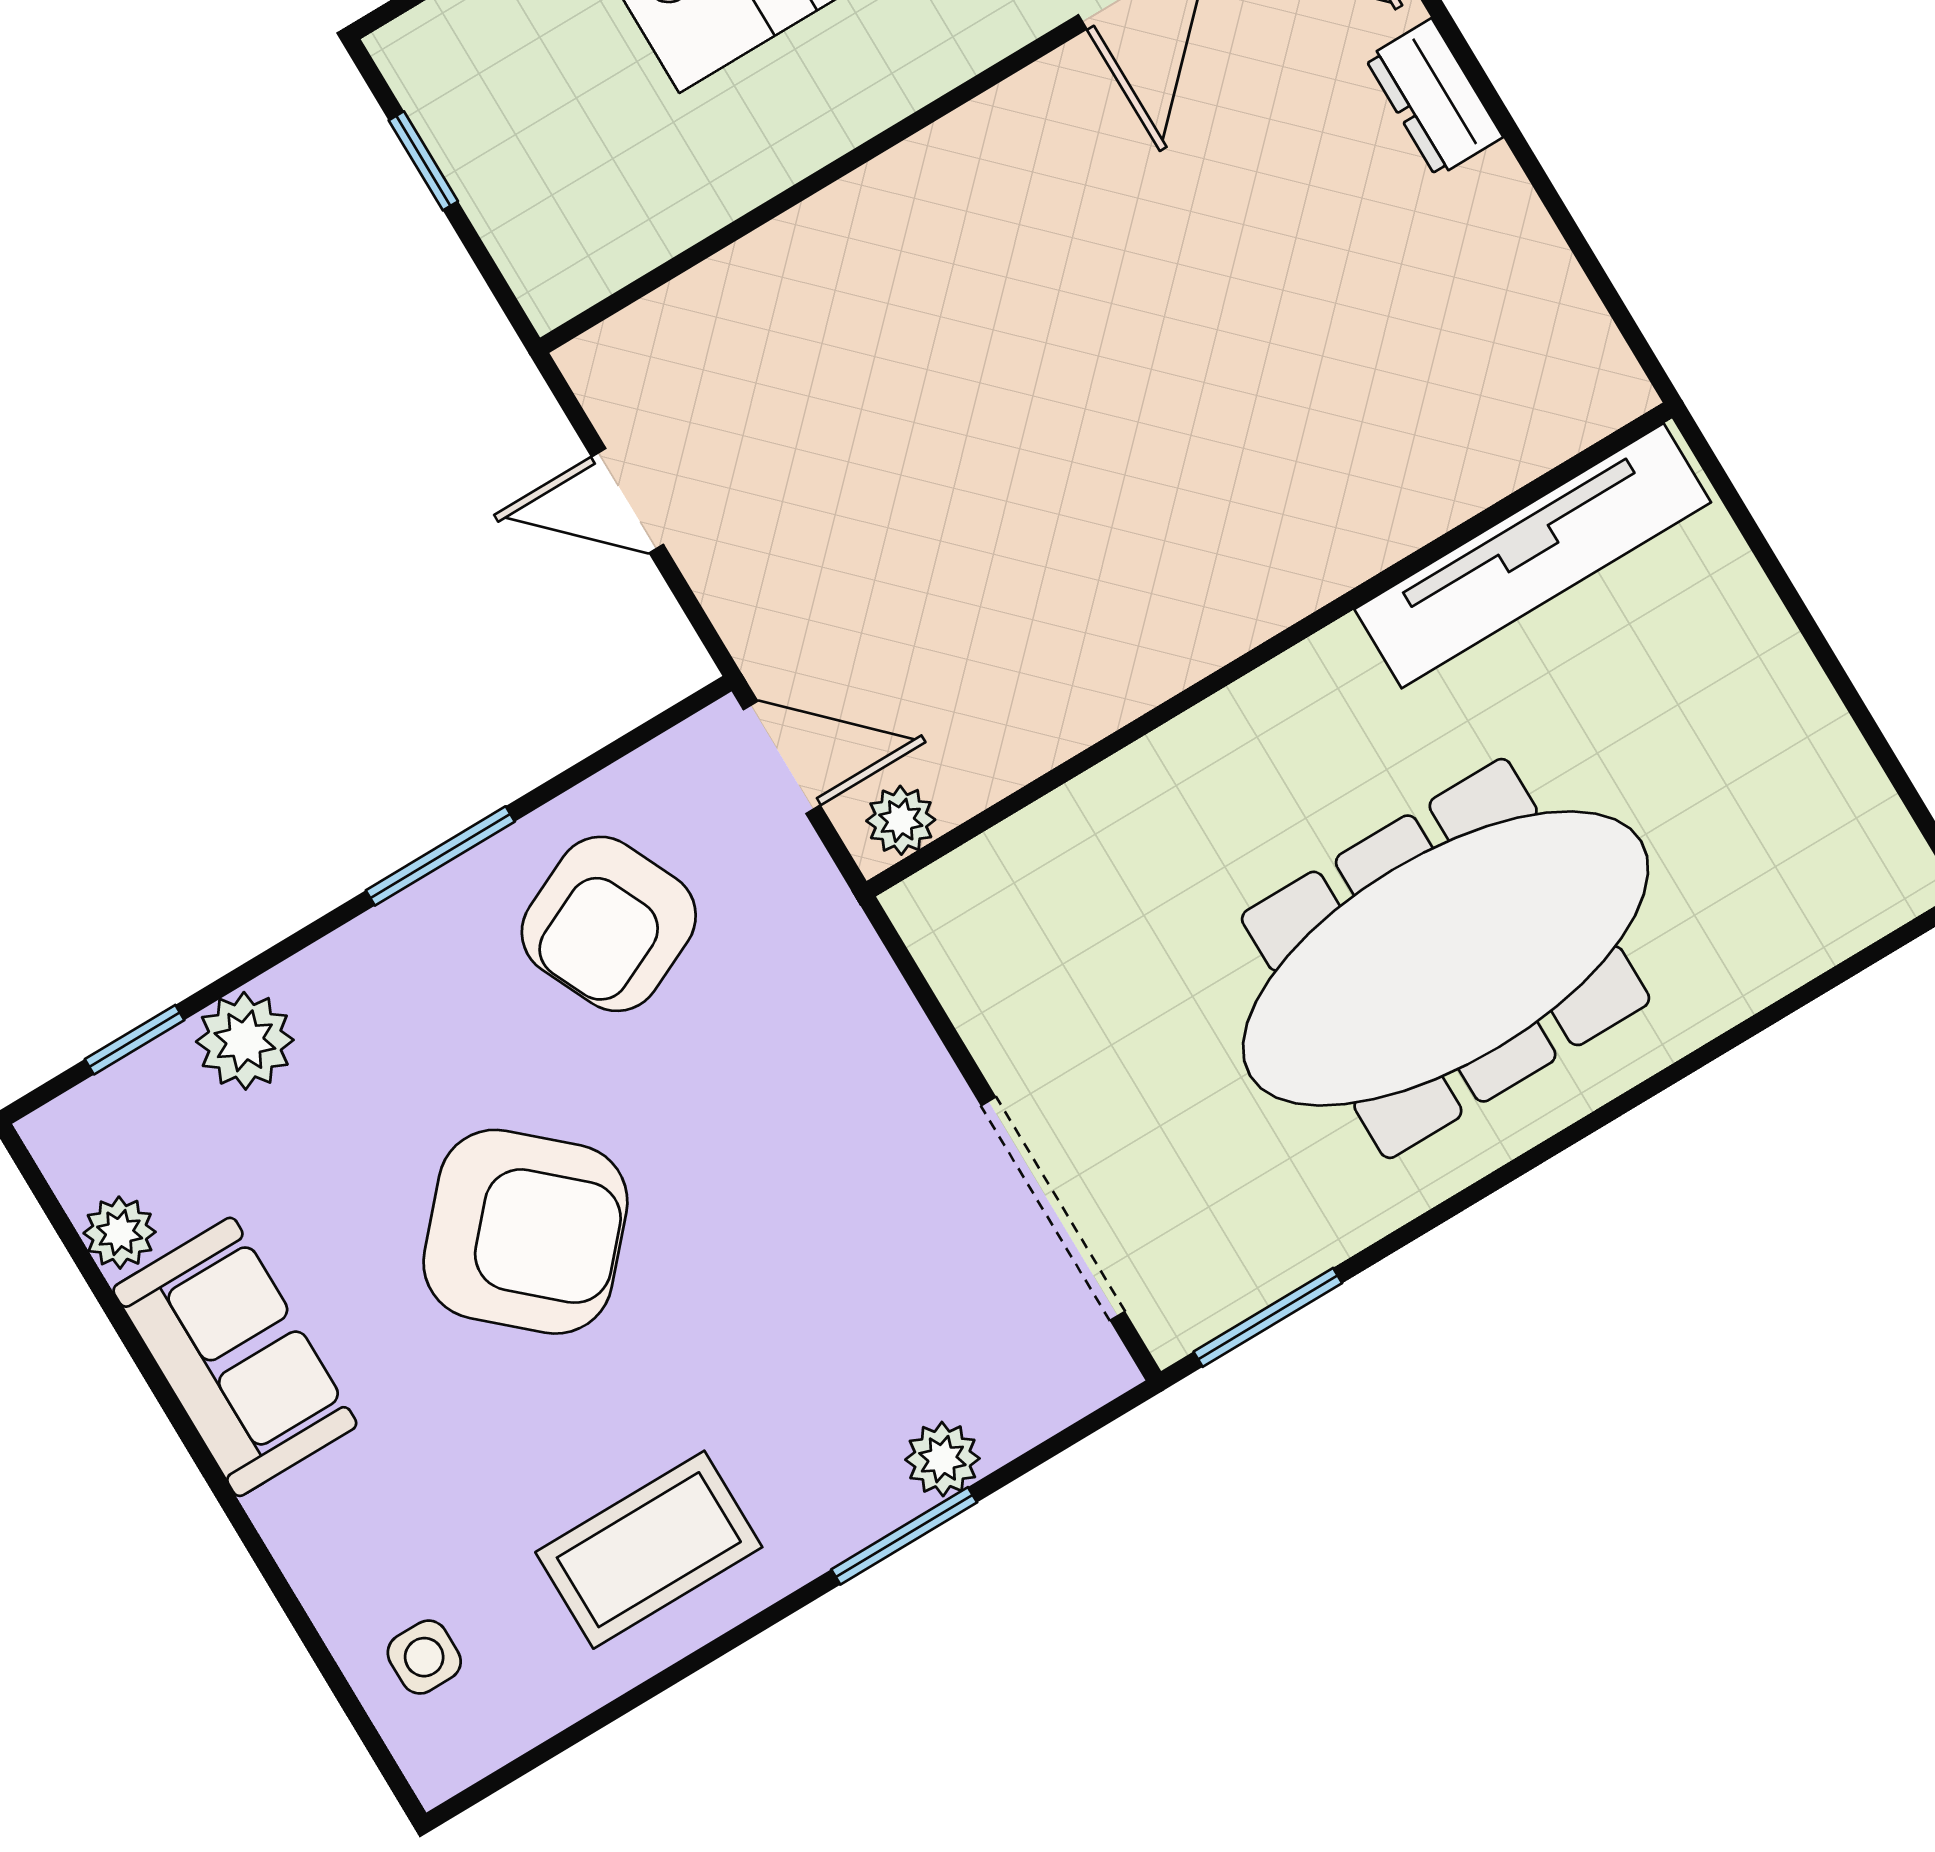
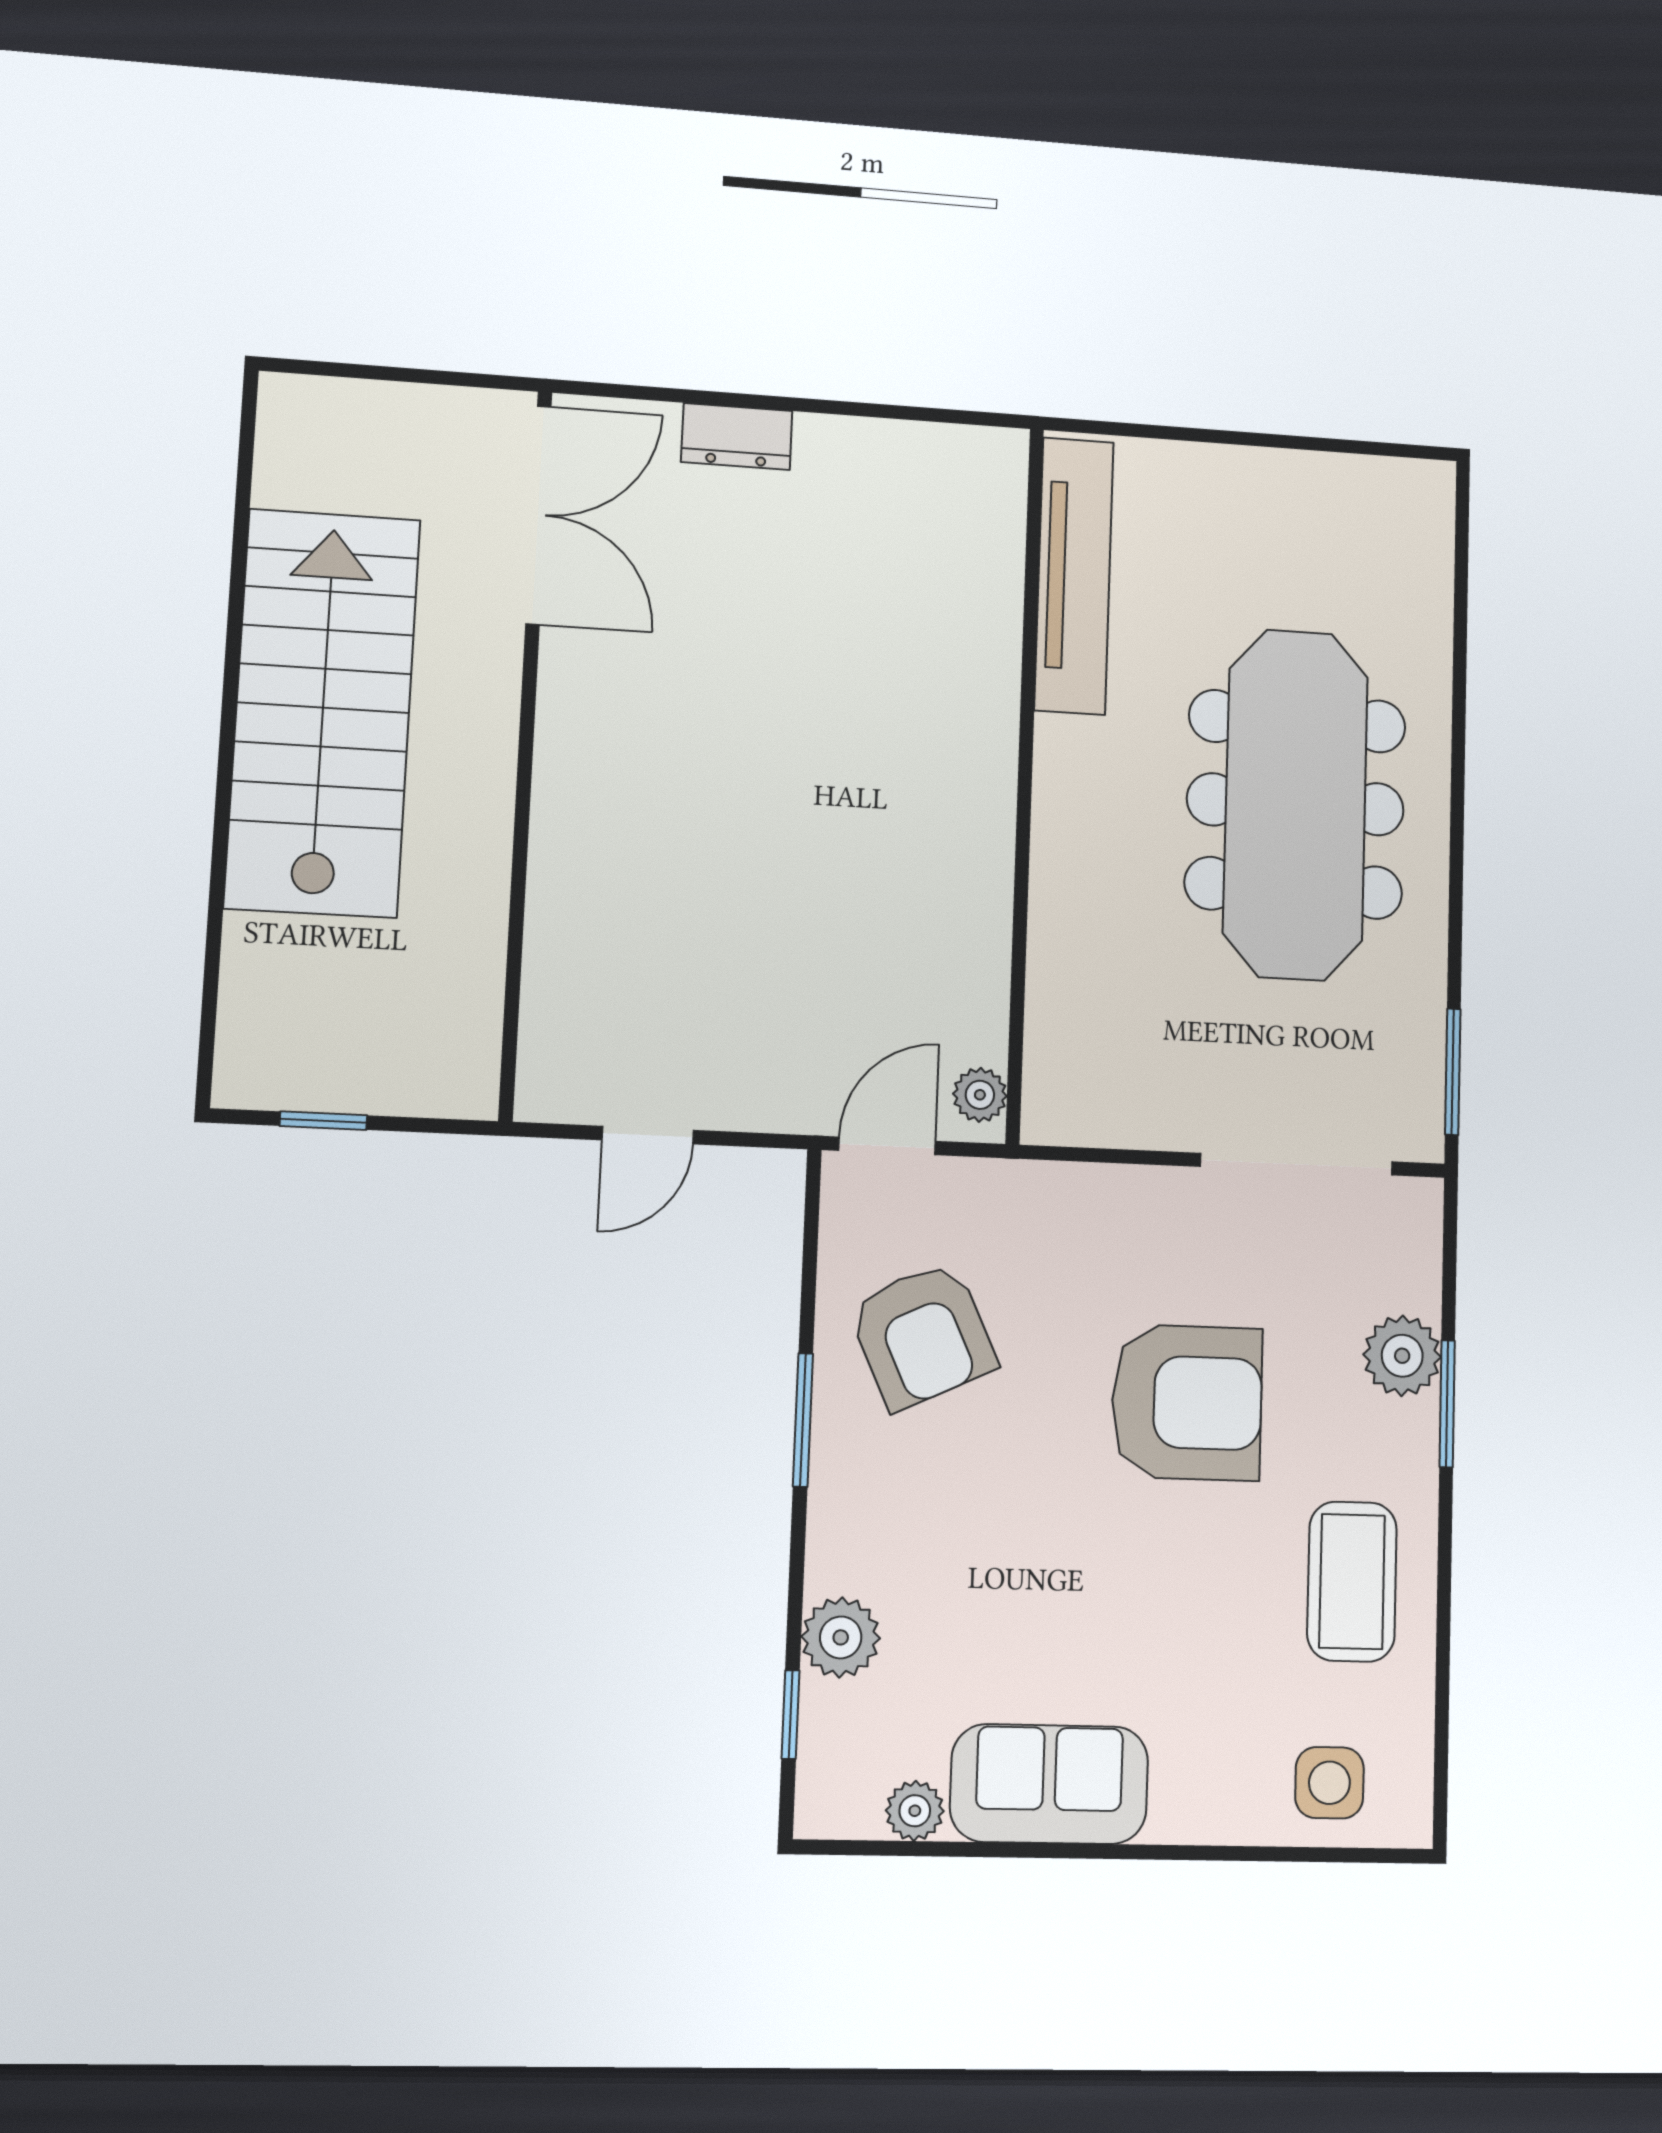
armchair: (525, 1232) -> (1187, 1402), moved, turned 48
plant: (942, 1459) -> (1402, 1356), width x1.38, depth x1.38
side table: (424, 1657) -> (1329, 1783), width x1.37, depth x1.37

